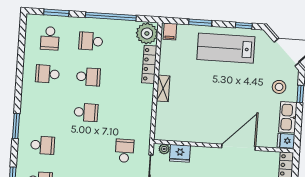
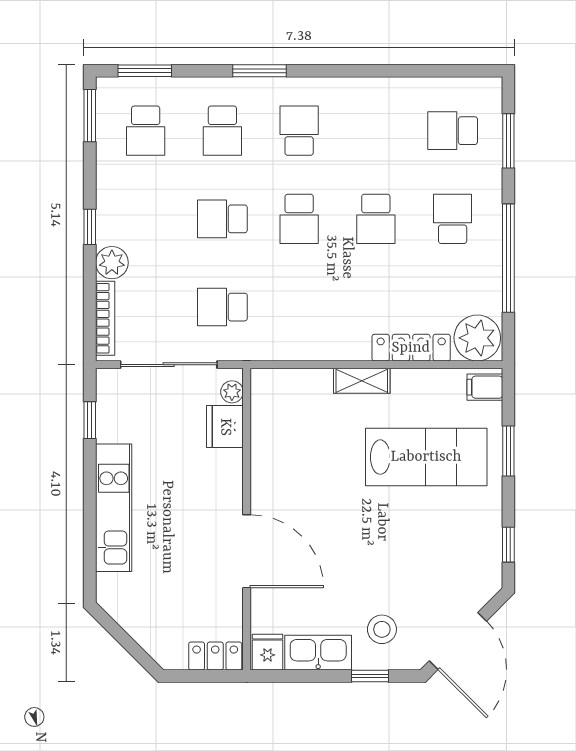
lab bench: (226, 48) -> (426, 457), moved, turned 90
school desk: (47, 74) -> (299, 131), moved
school desk: (84, 148) -> (222, 219), added
school desk: (124, 151) -> (222, 307), turned 180

